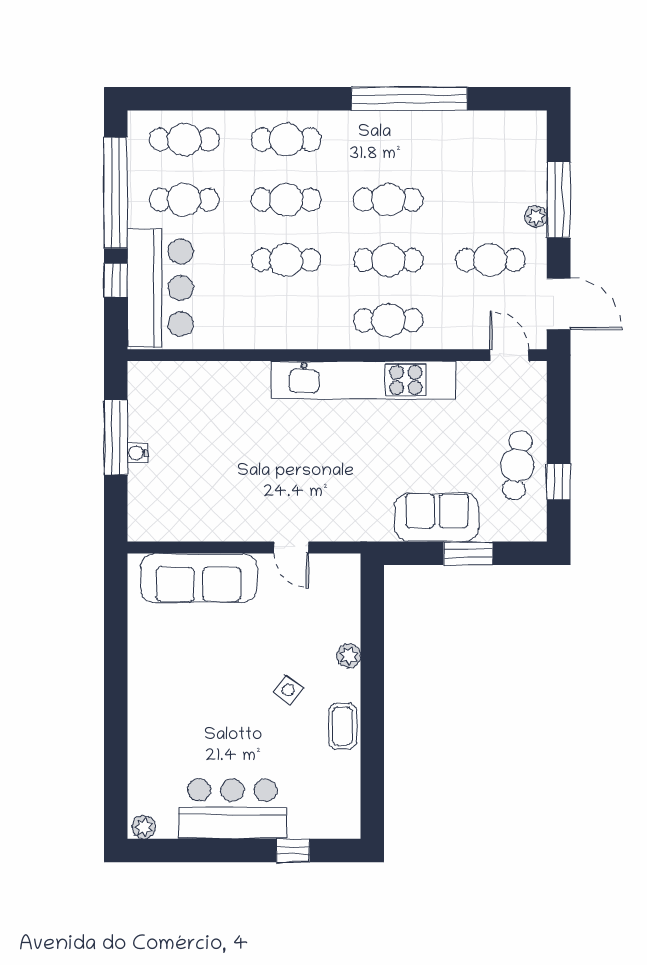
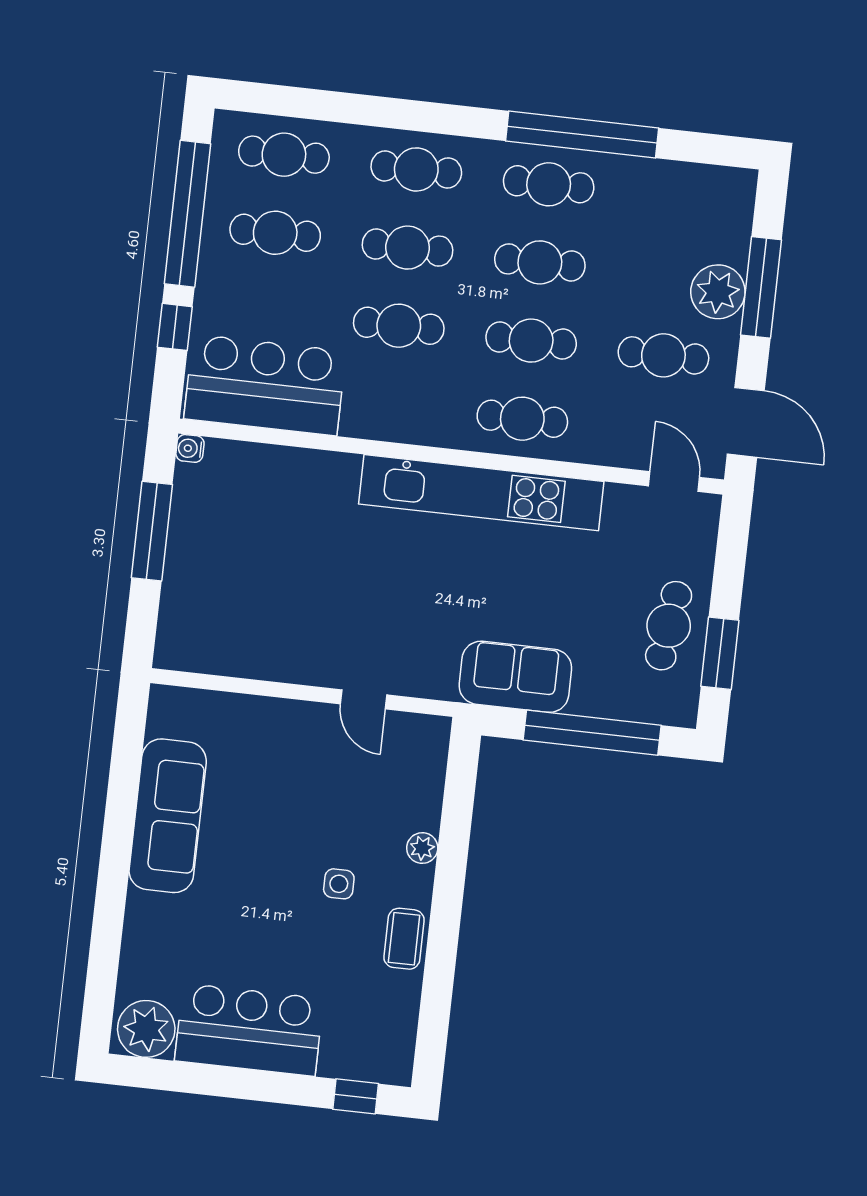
cafe table: (388, 140) -> (549, 184), added
plant: (536, 217) -> (718, 292), width x1.87, depth x1.87
bar counter: (160, 288) -> (265, 385), moved, turned -90
water cooler: (138, 453) -> (190, 448), moved
window: (559, 482) -> (720, 653), width x1.50
sofa: (437, 517) -> (515, 677), moved
window: (468, 553) -> (592, 733), width x2.11
sofa: (199, 578) -> (168, 816), moved, turned -90
side table: (288, 690) -> (339, 884), turned -38
plant: (144, 827) -> (146, 1029), width x1.87, depth x1.87
window: (293, 850) -> (356, 1096), moved

